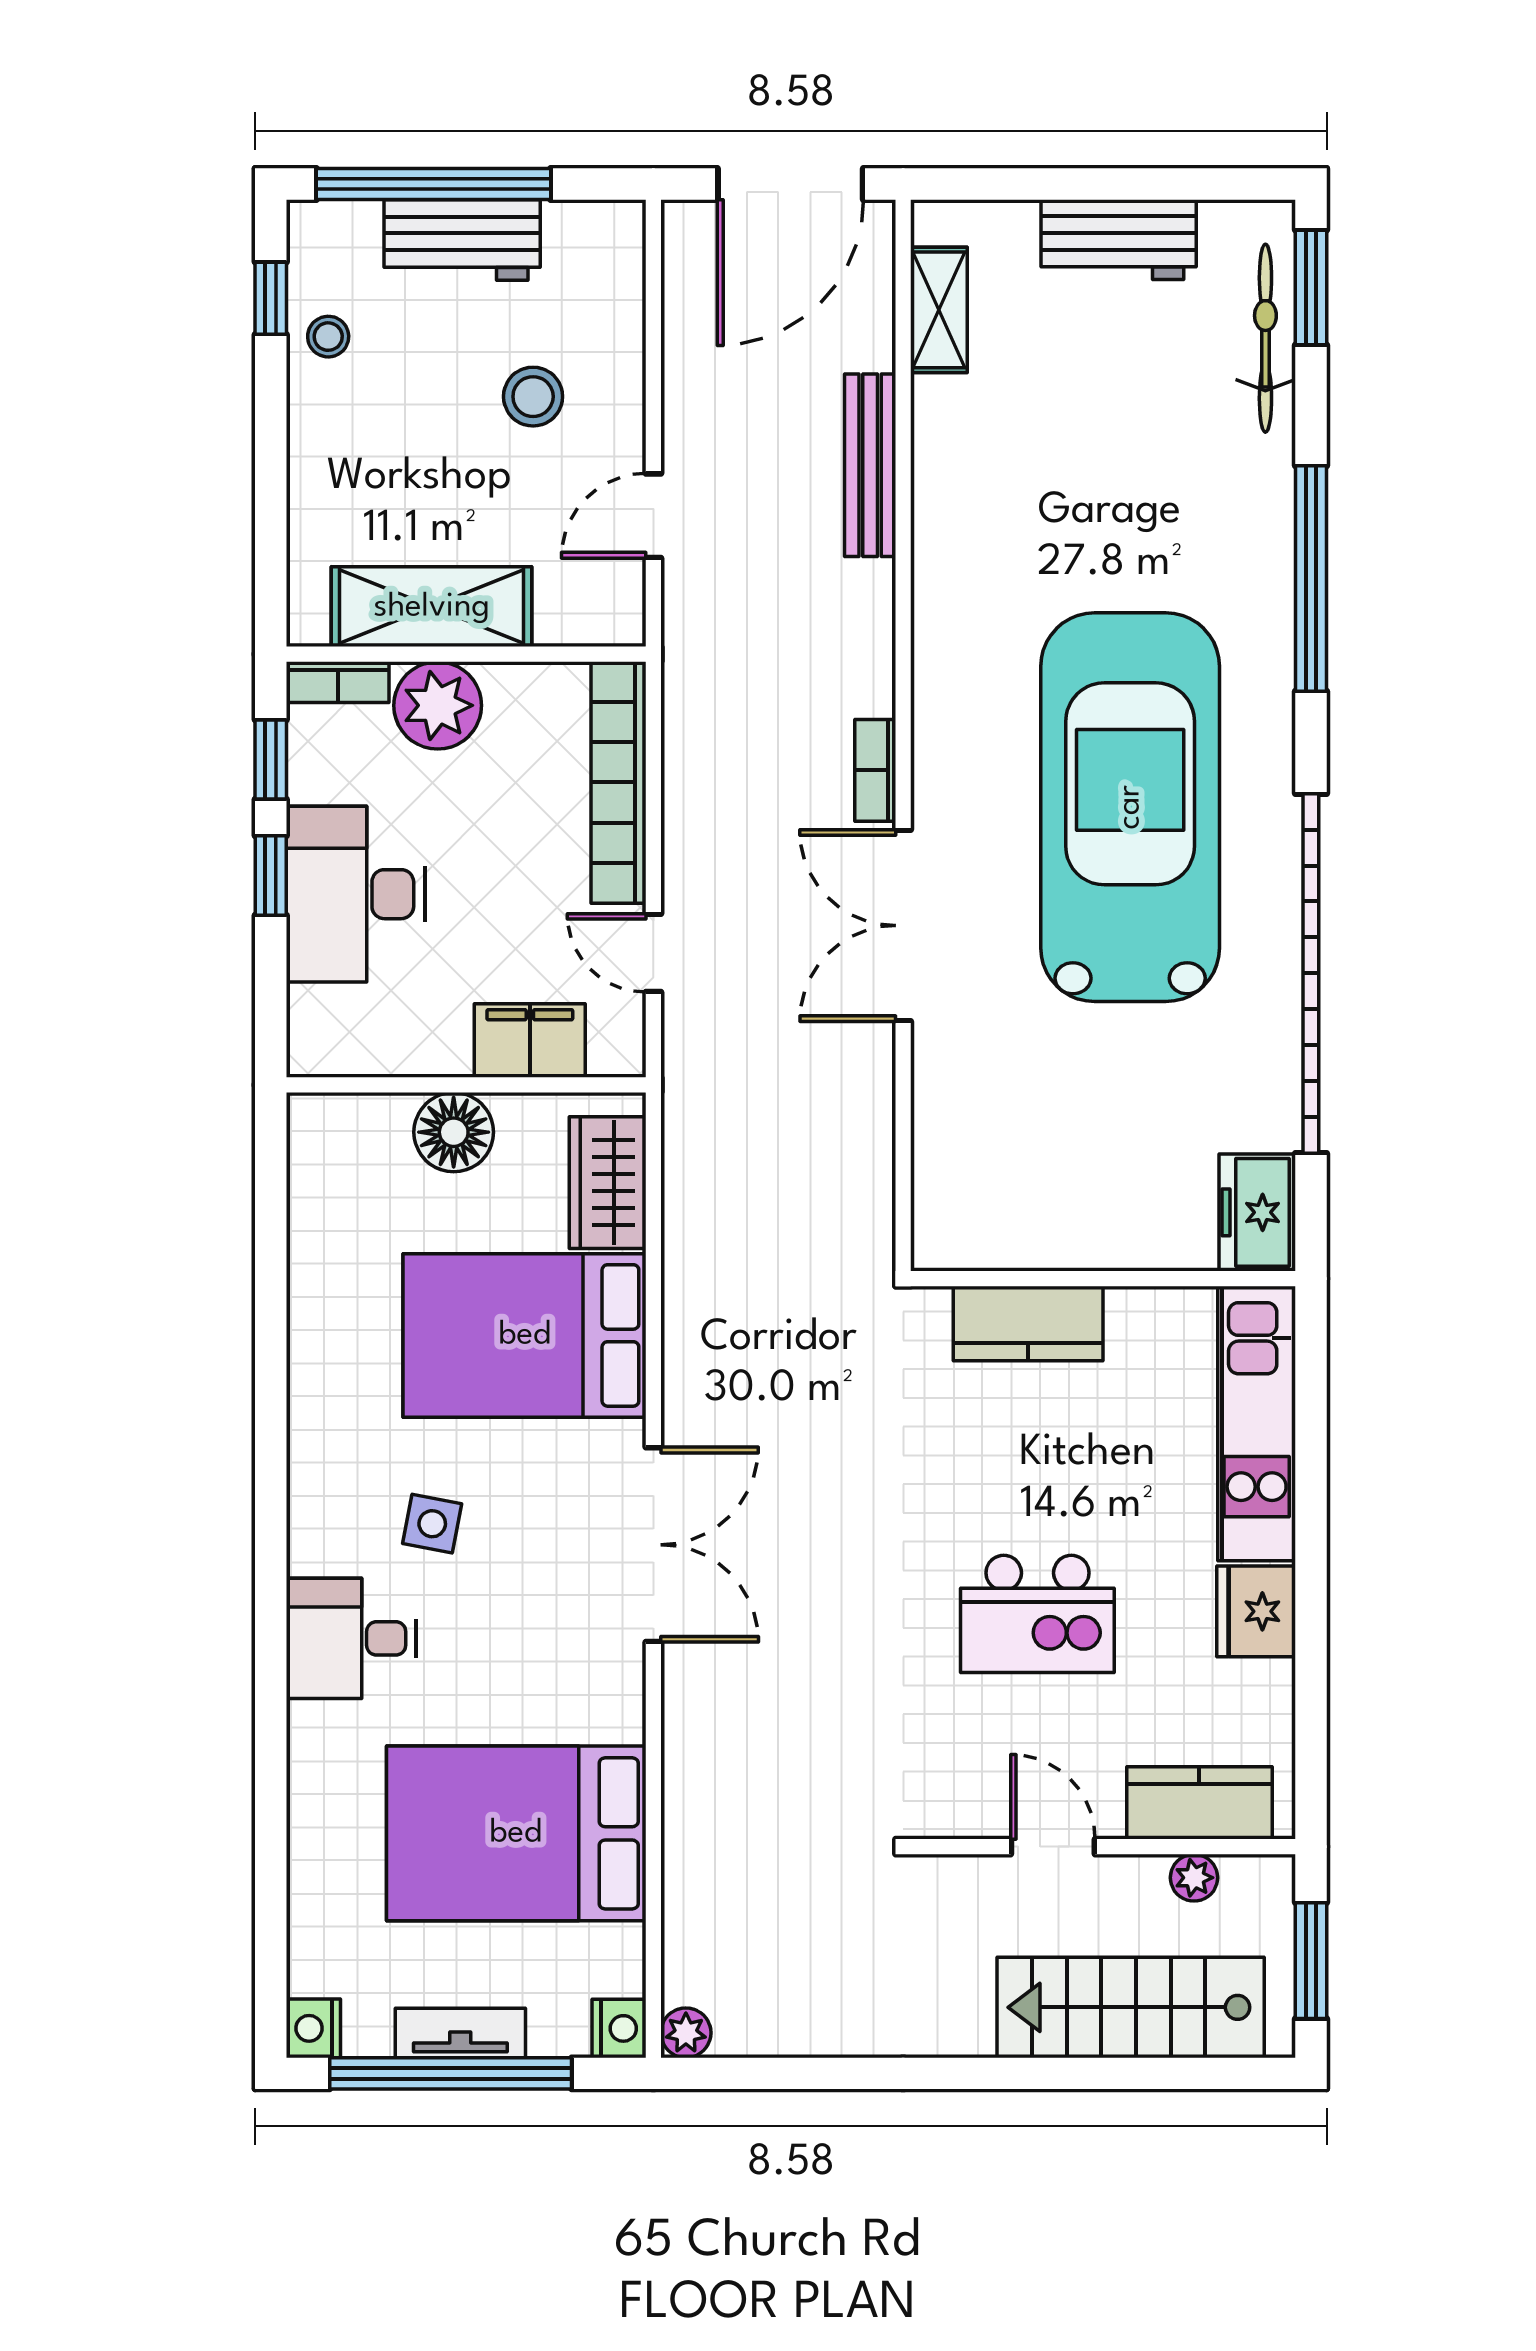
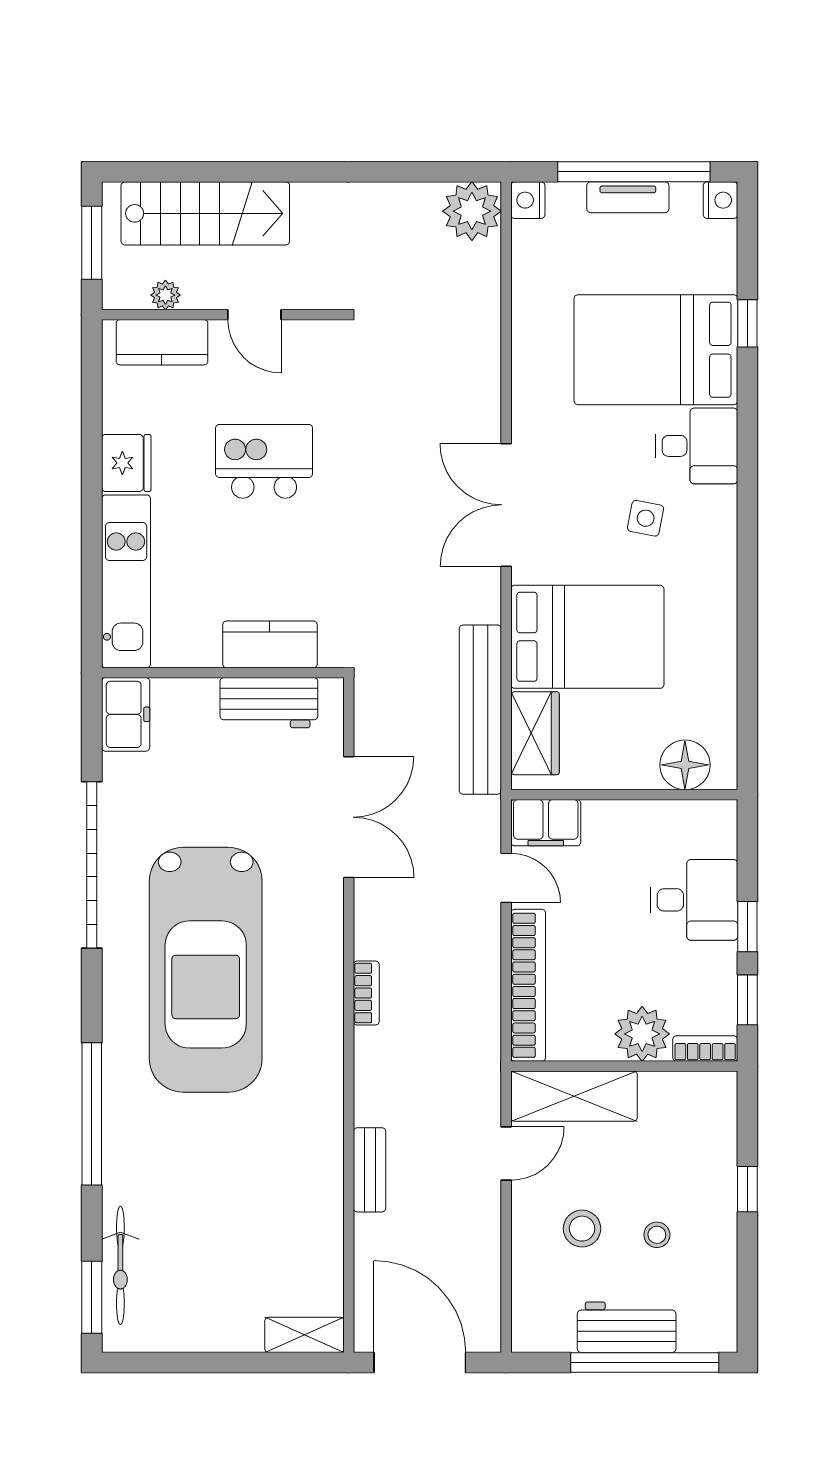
door: (790, 184) -> (420, 1363), hinge flipped
workbench: (1119, 240) -> (269, 703), moved, turned 180
window: (271, 298) -> (747, 1189), moved
shelving: (939, 310) -> (304, 1335), moved, turned 90
stool: (328, 337) -> (657, 1235), moved
bench: (870, 465) -> (370, 1170), width x0.73
shelving: (432, 607) -> (574, 1096), moved
desk: (355, 894) -> (694, 900), width x0.73
double door: (903, 926) -> (349, 817), moved
garage door: (1311, 973) -> (92, 865), width x0.73
filing cabinet: (530, 1041) -> (546, 823), moved
floor lamp: (454, 1132) -> (685, 765), moved
bench: (694, 1220) -> (480, 710), added
window: (271, 1833) -> (747, 323), added
bed: (516, 1833) -> (656, 350), moved, turned 180
plant: (686, 2033) -> (472, 211), width x1.87, depth x1.87

